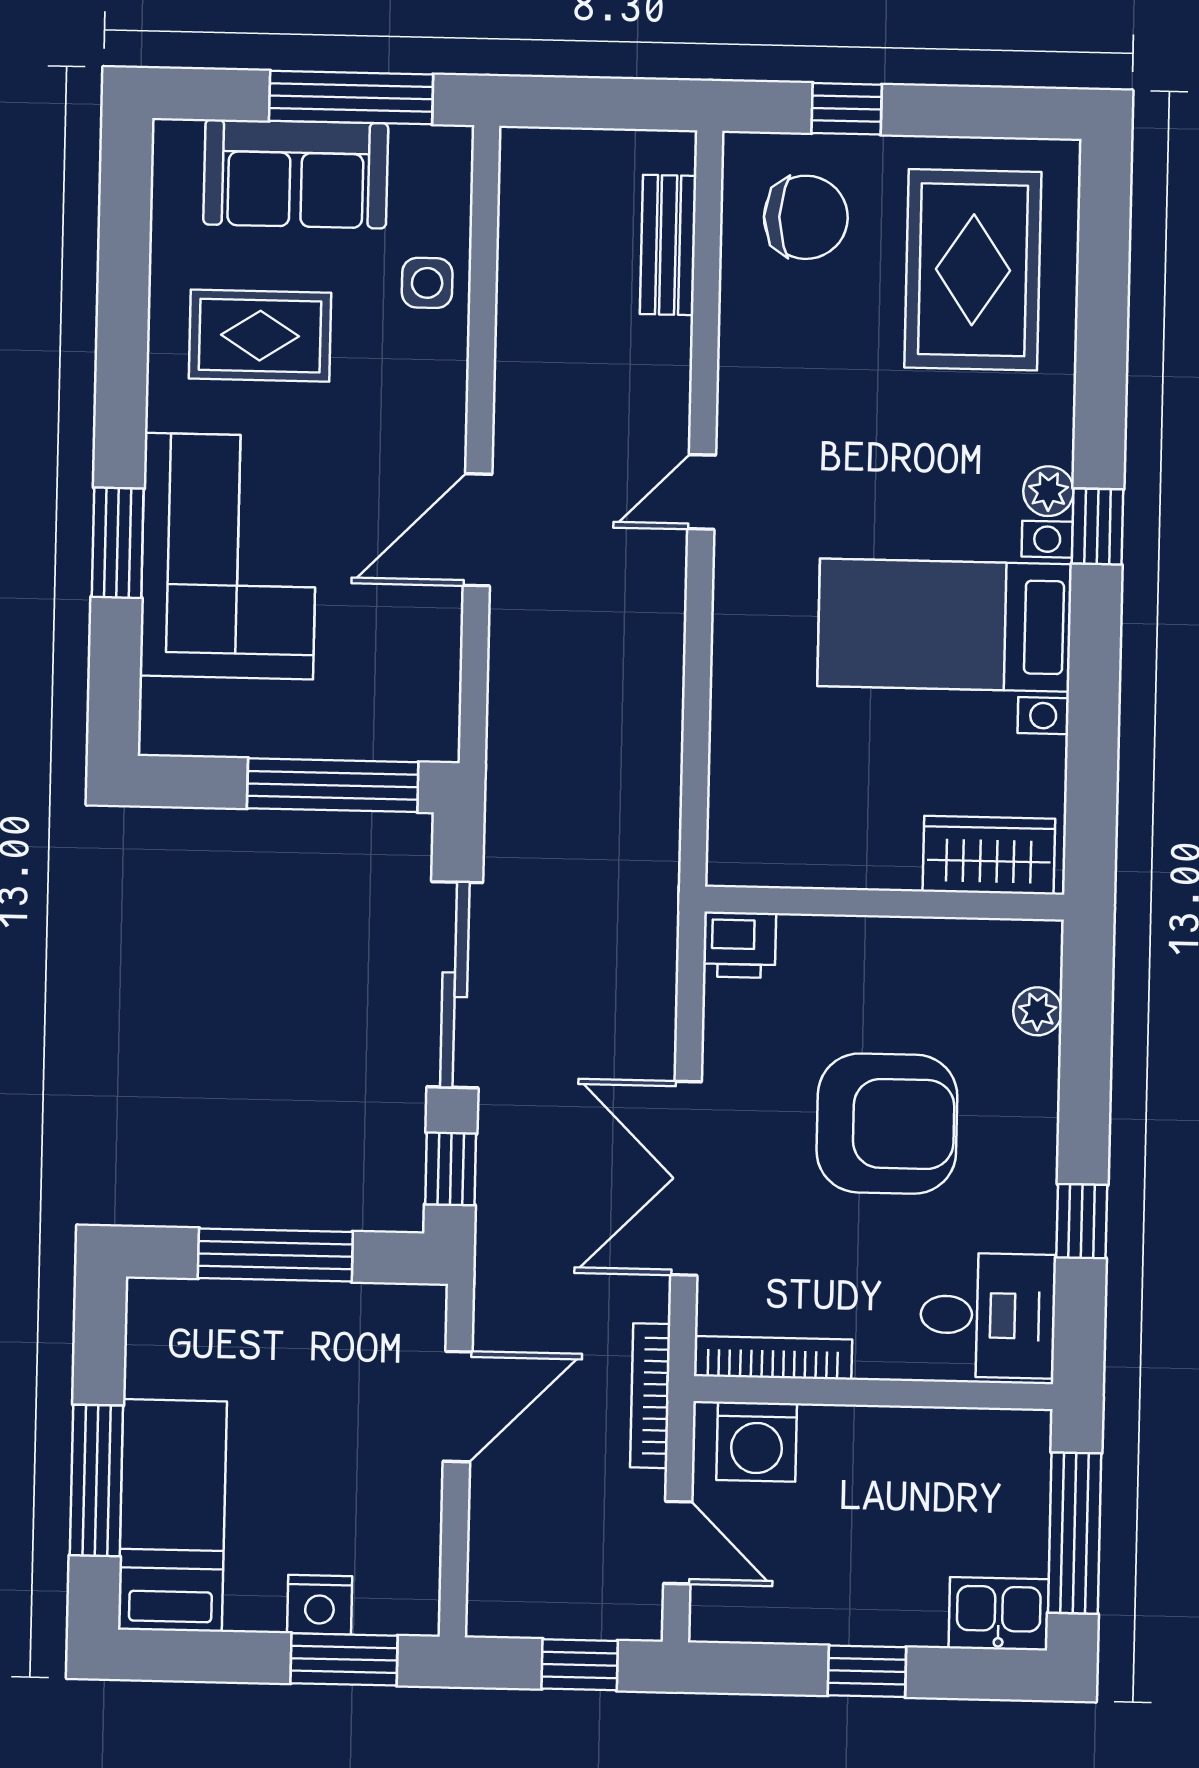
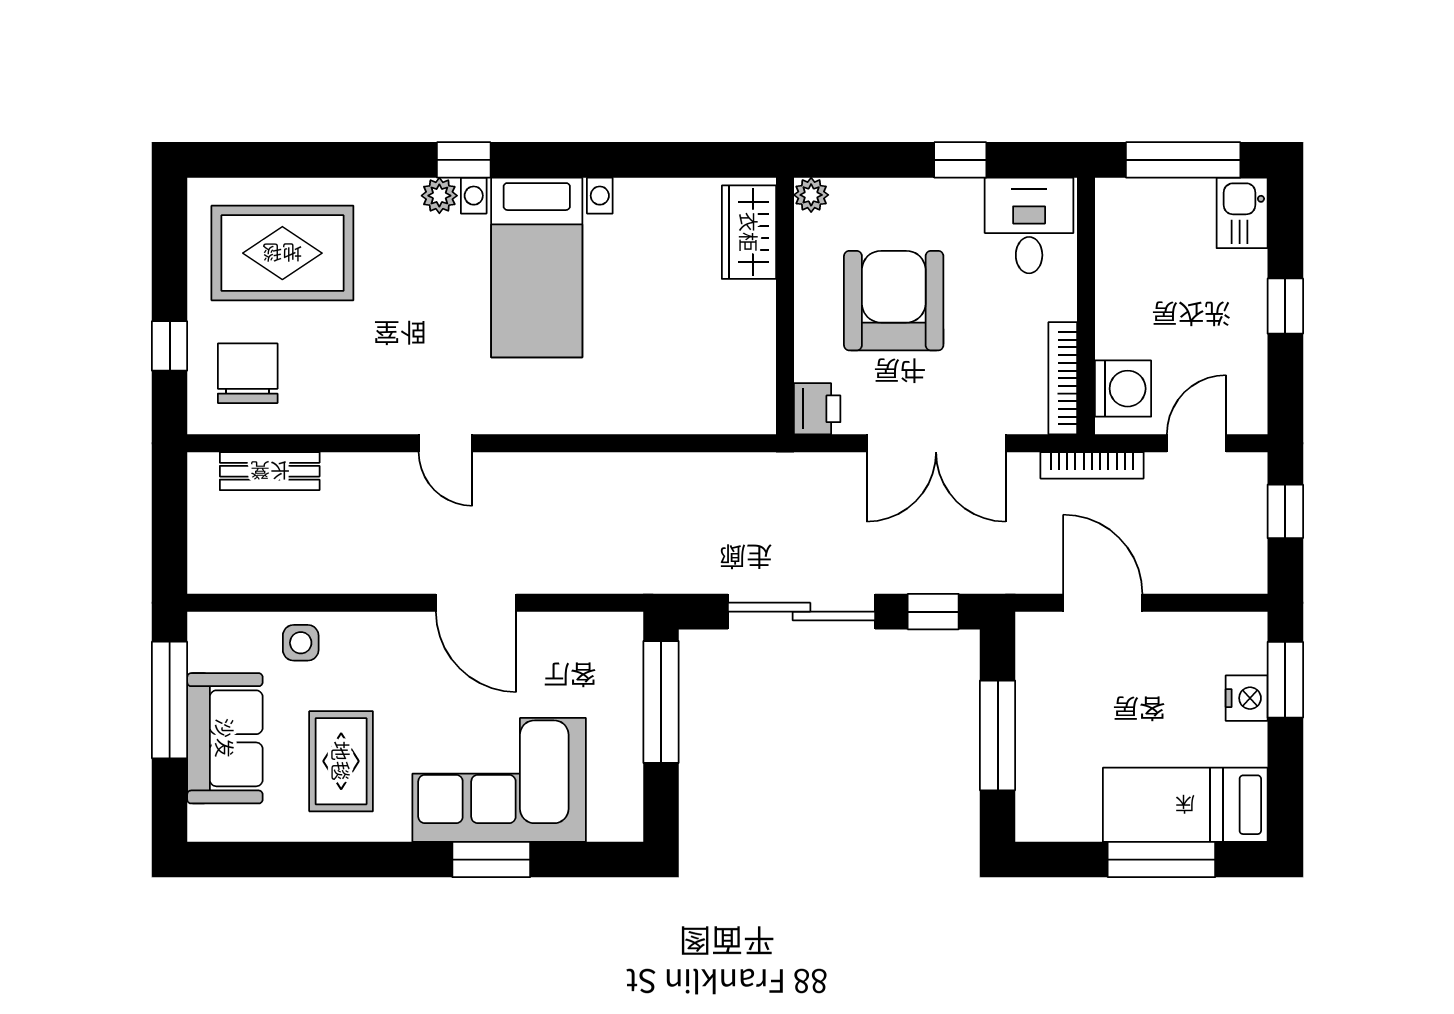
wardrobe: (989, 855) -> (749, 232), moved
wall: (884, 903) -> (785, 306), moved
printer: (740, 945) -> (817, 409), moved

